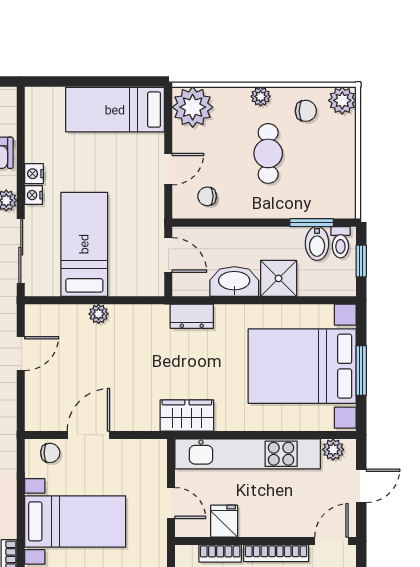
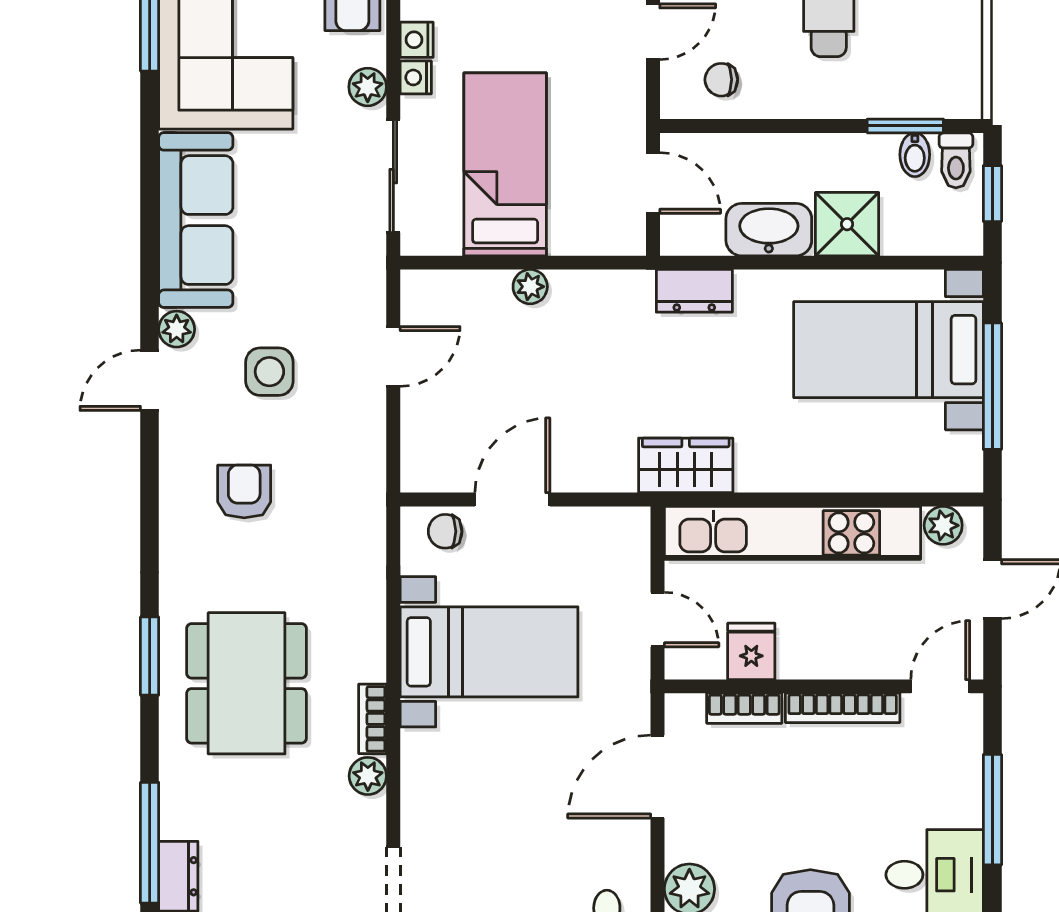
bidet: (317, 243) -> (915, 155), width x0.72, depth x0.74
bed with nightstands: (302, 366) -> (889, 350), width x0.73
window: (361, 371) -> (992, 386), width x1.44
chair: (50, 453) -> (445, 531), turned 180

